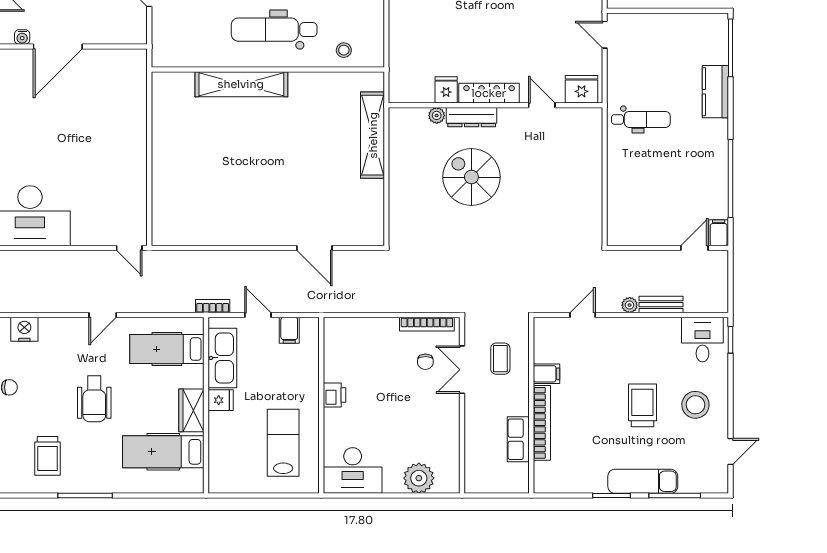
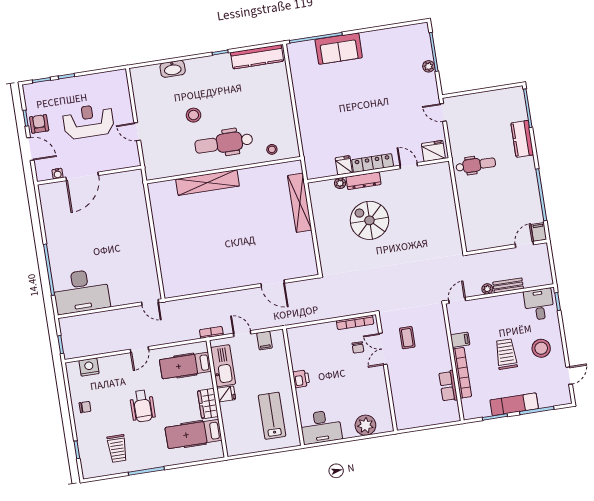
filing cabinet: (546, 374) -> (460, 340), moved
wall: (531, 405) -> (453, 362), moved
bookcase: (542, 423) -> (462, 373), moved
row of seats: (518, 439) -> (448, 386), moved

